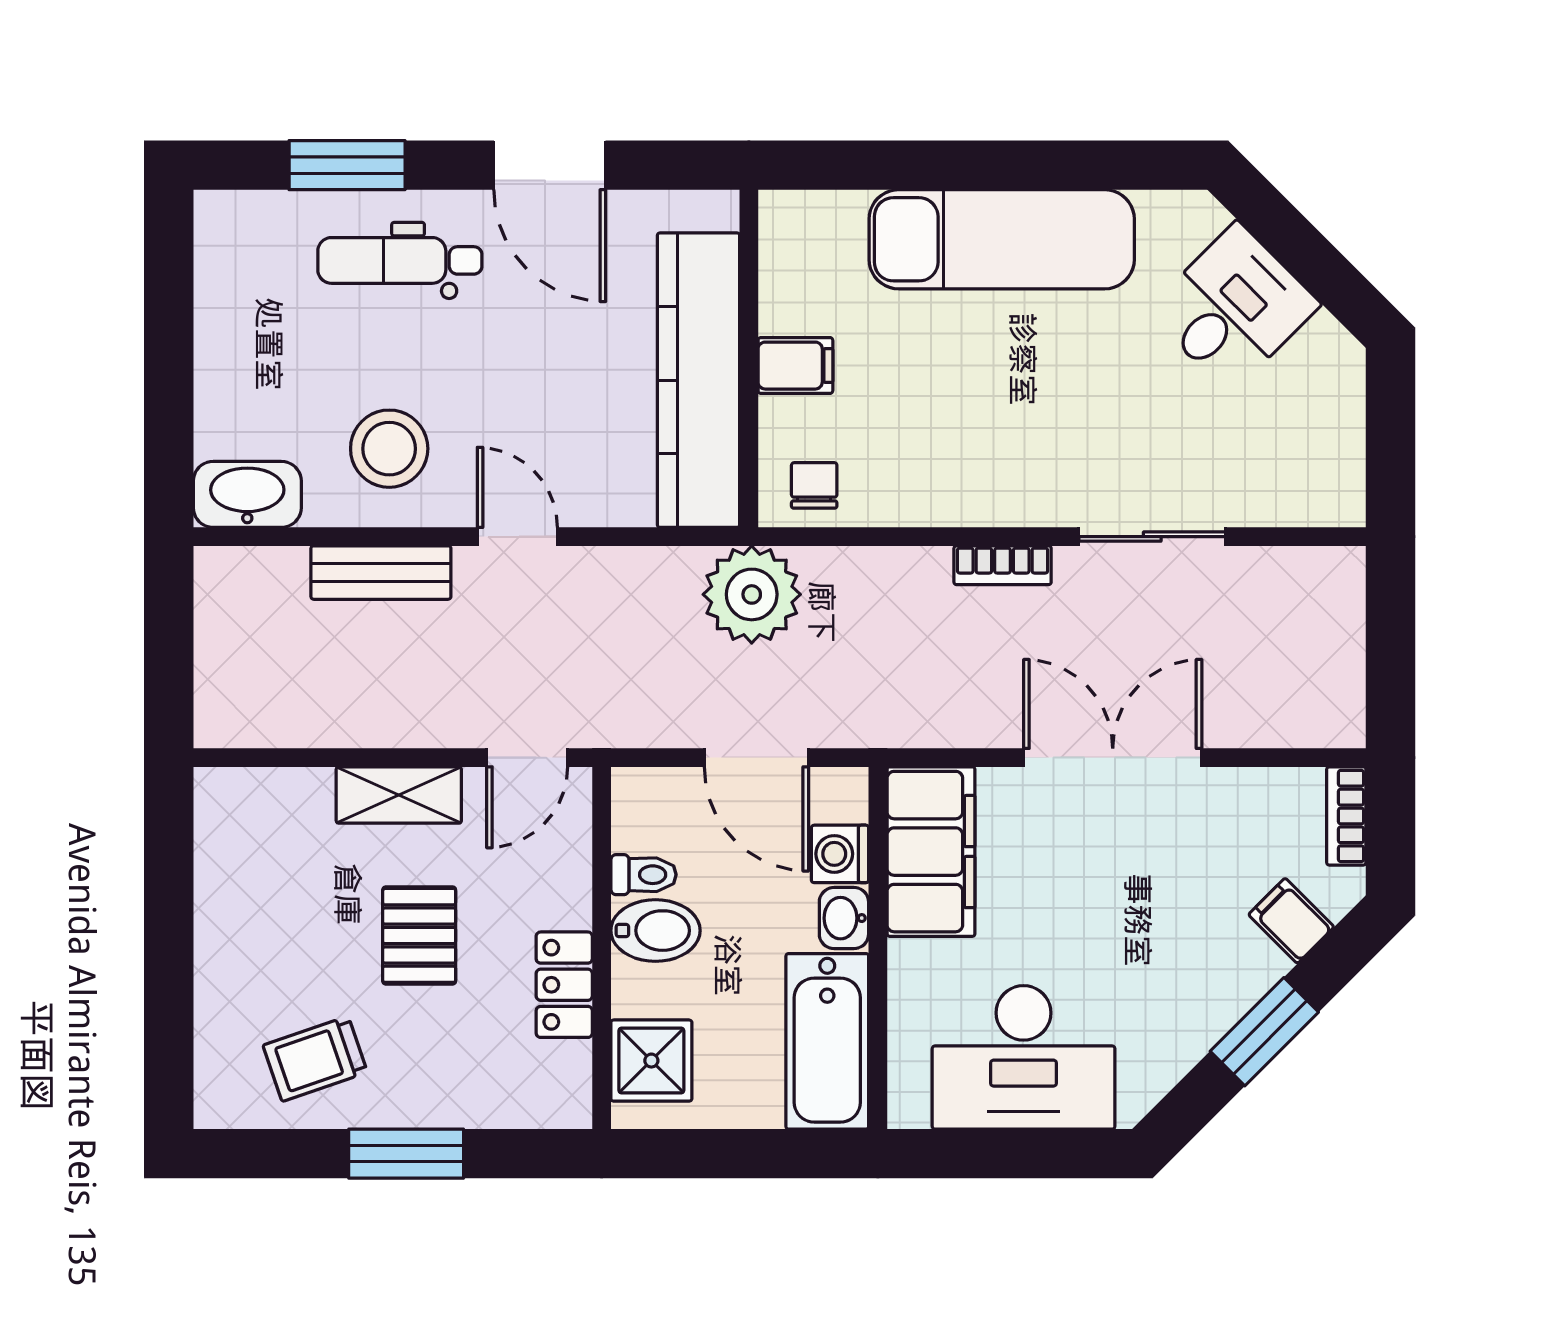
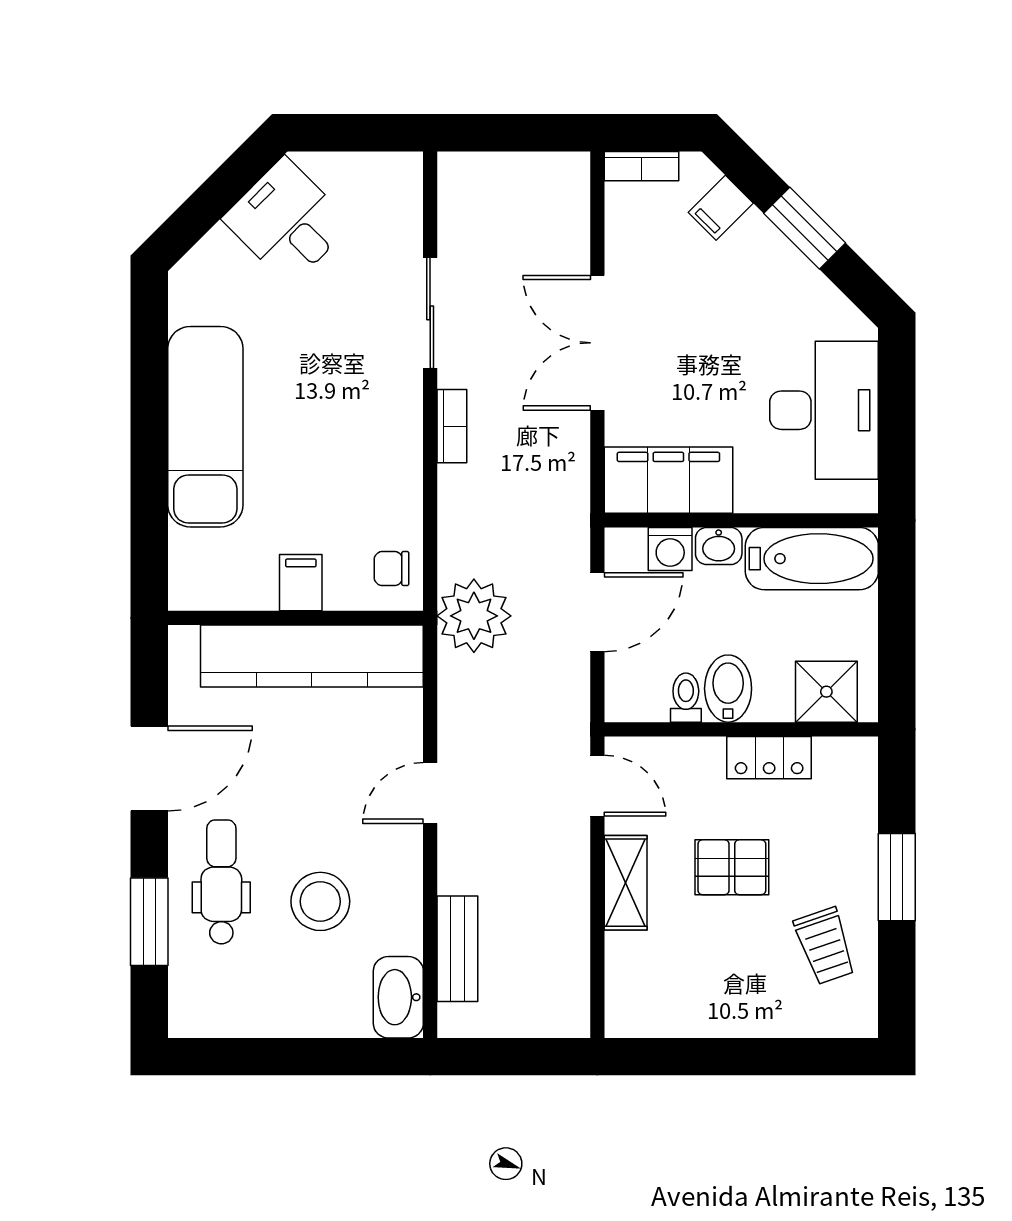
dental chair: (400, 260) -> (221, 882), turned 180
desk: (1234, 308) -> (287, 221), moved
stool: (389, 449) -> (320, 901), moved
bench: (381, 573) -> (457, 949), moved

